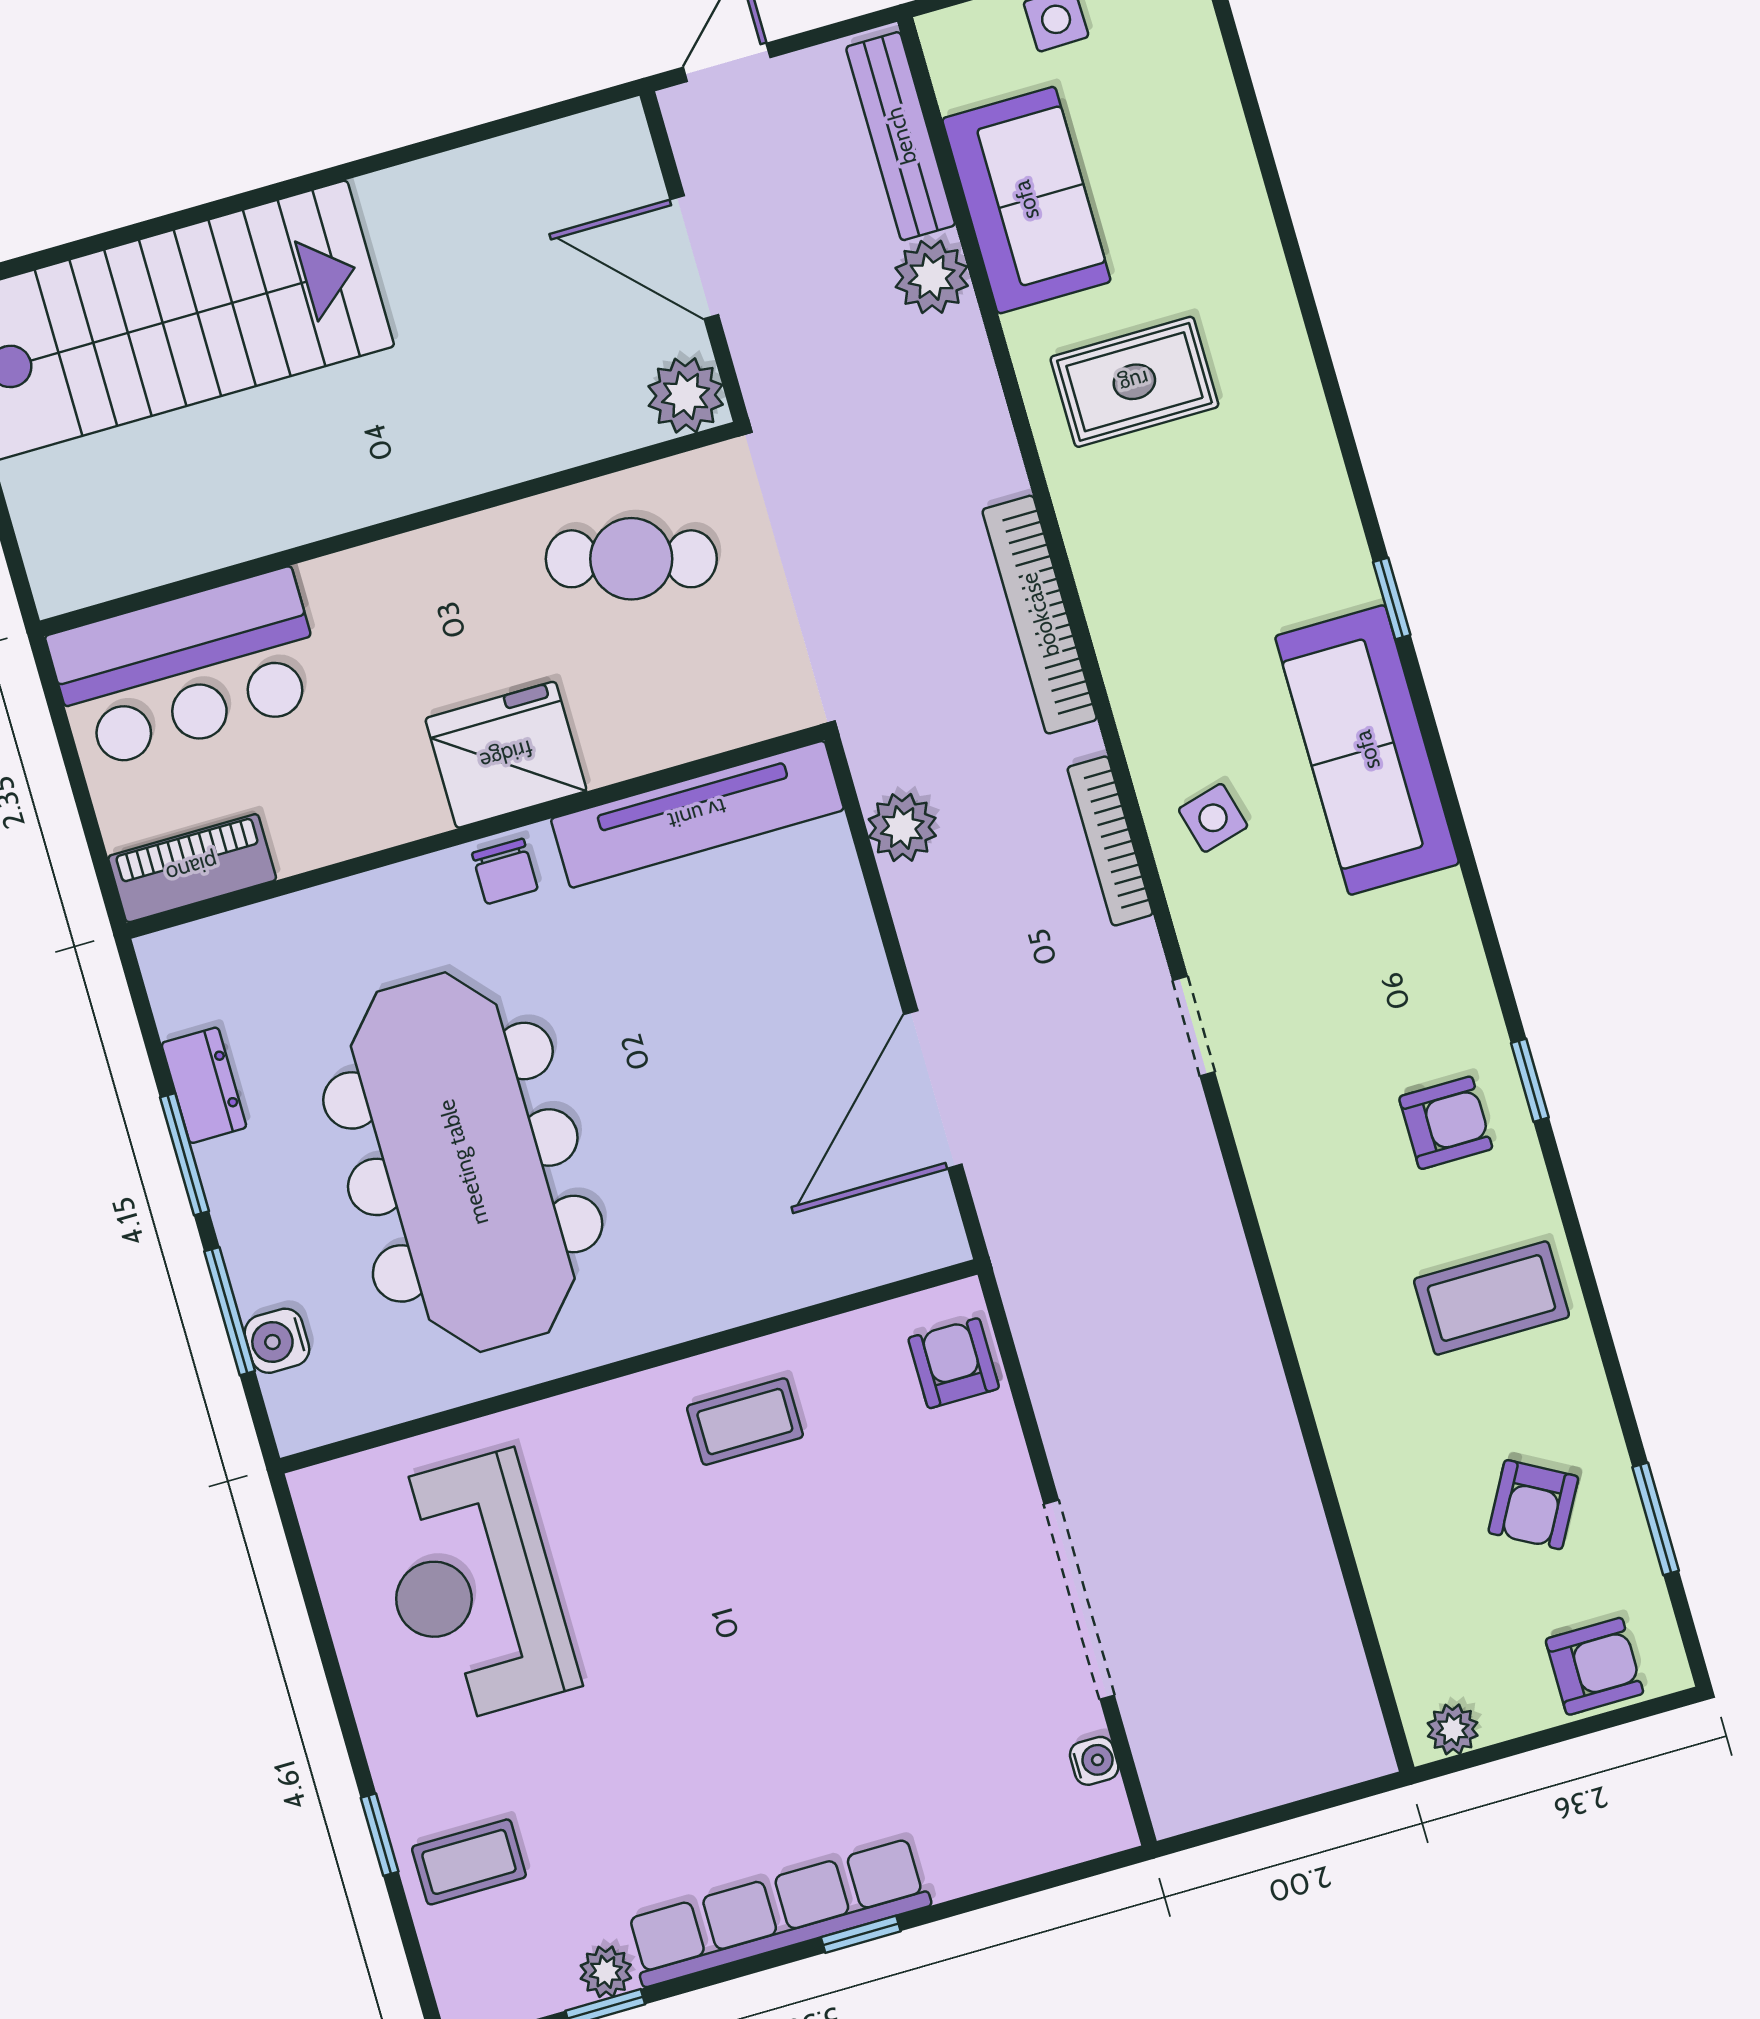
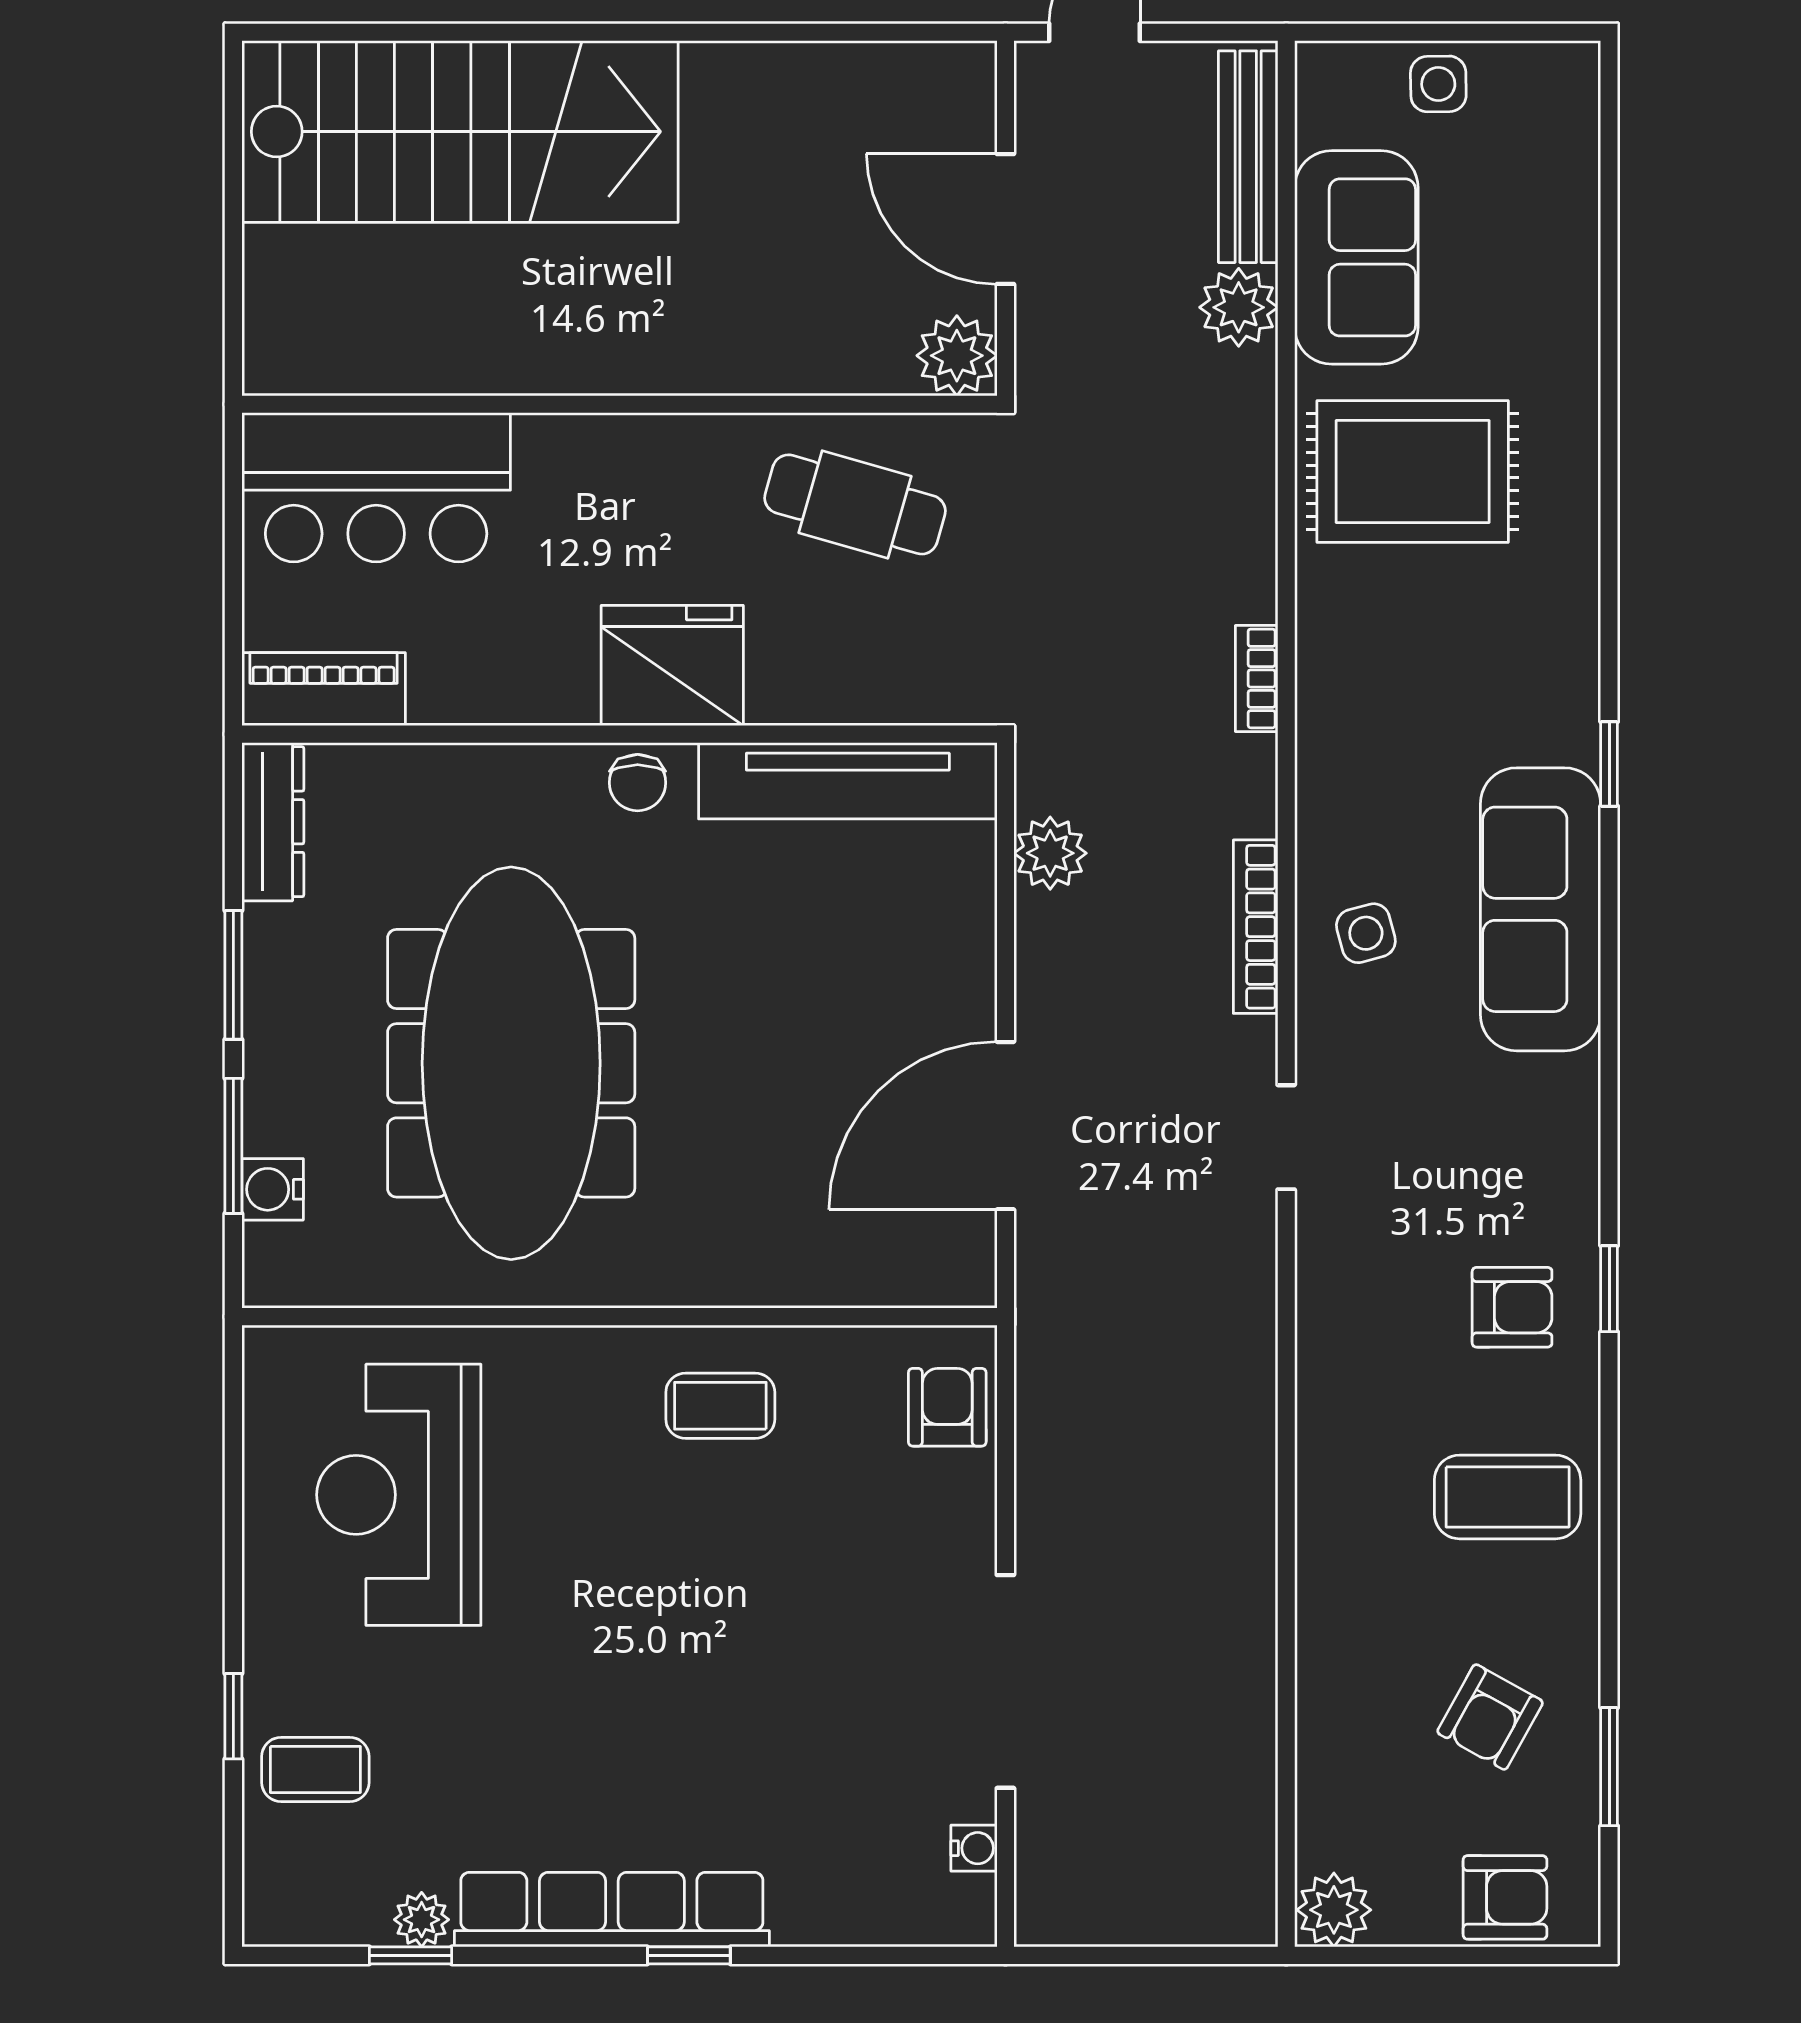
rug: (1134, 382) -> (1413, 471), width x1.36, depth x1.43
bookcase: (1040, 615) -> (1257, 678), width x0.43, depth x0.76
dresser: (204, 1085) -> (273, 822), moved, width x1.44
plant: (1453, 1729) -> (1334, 1910), width x1.38, depth x1.38

